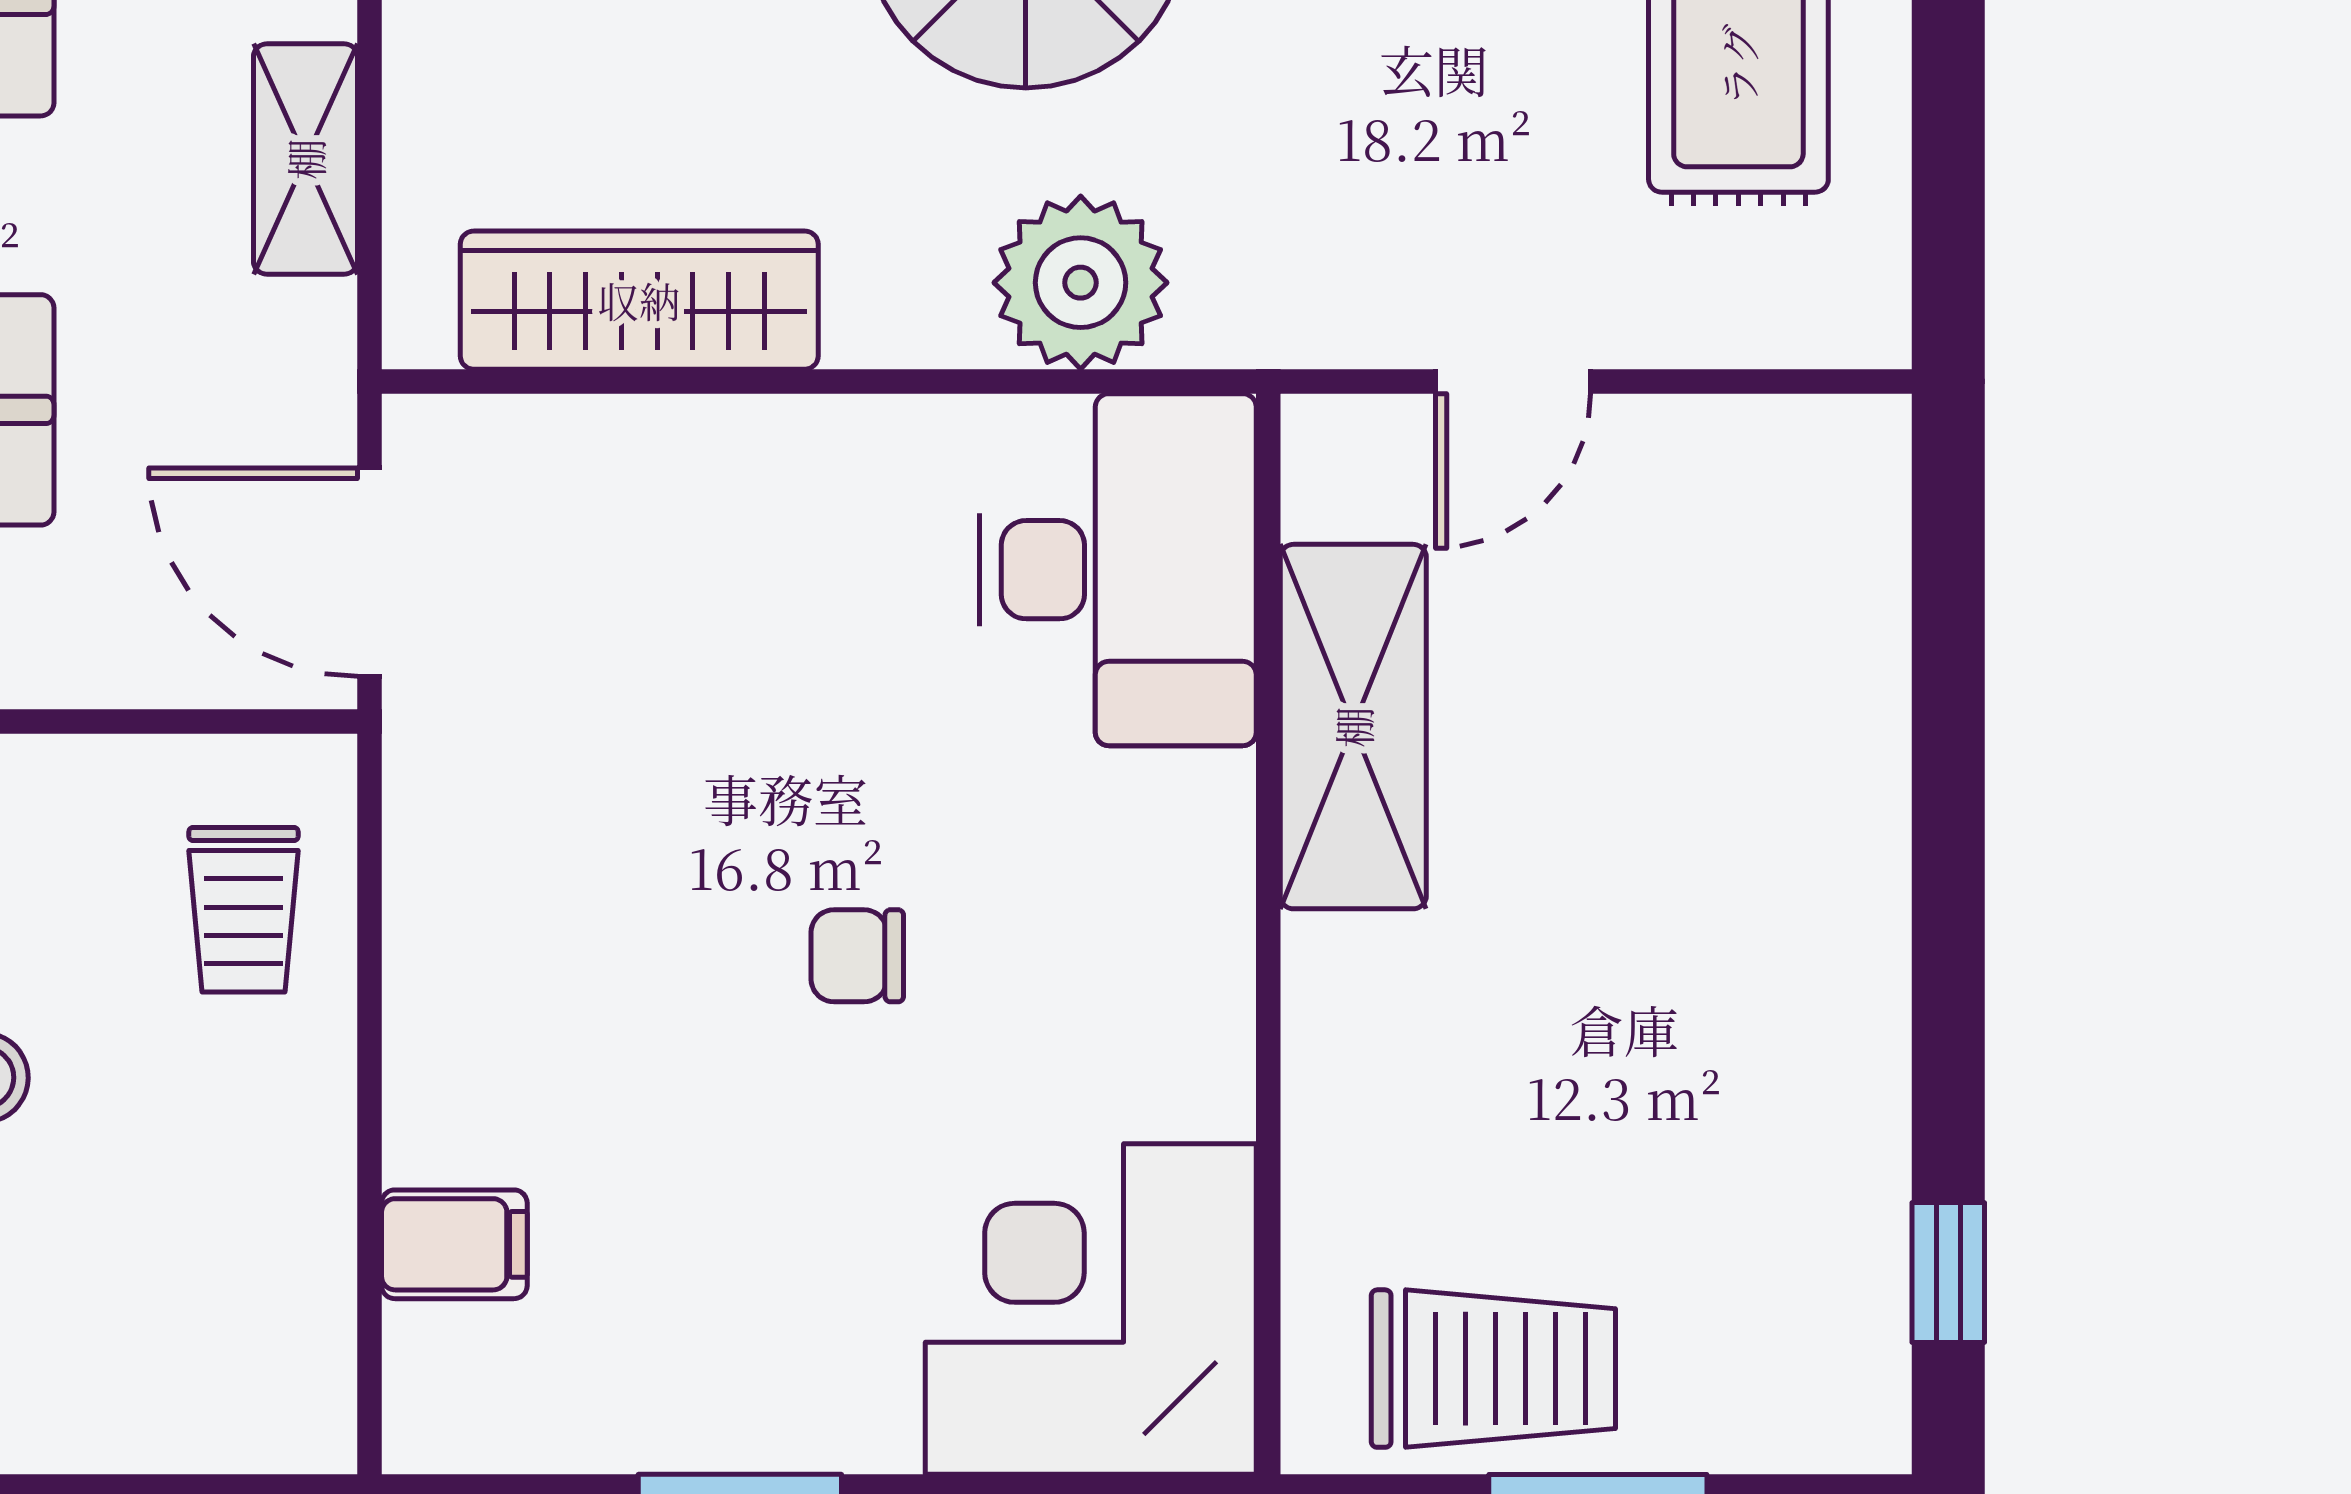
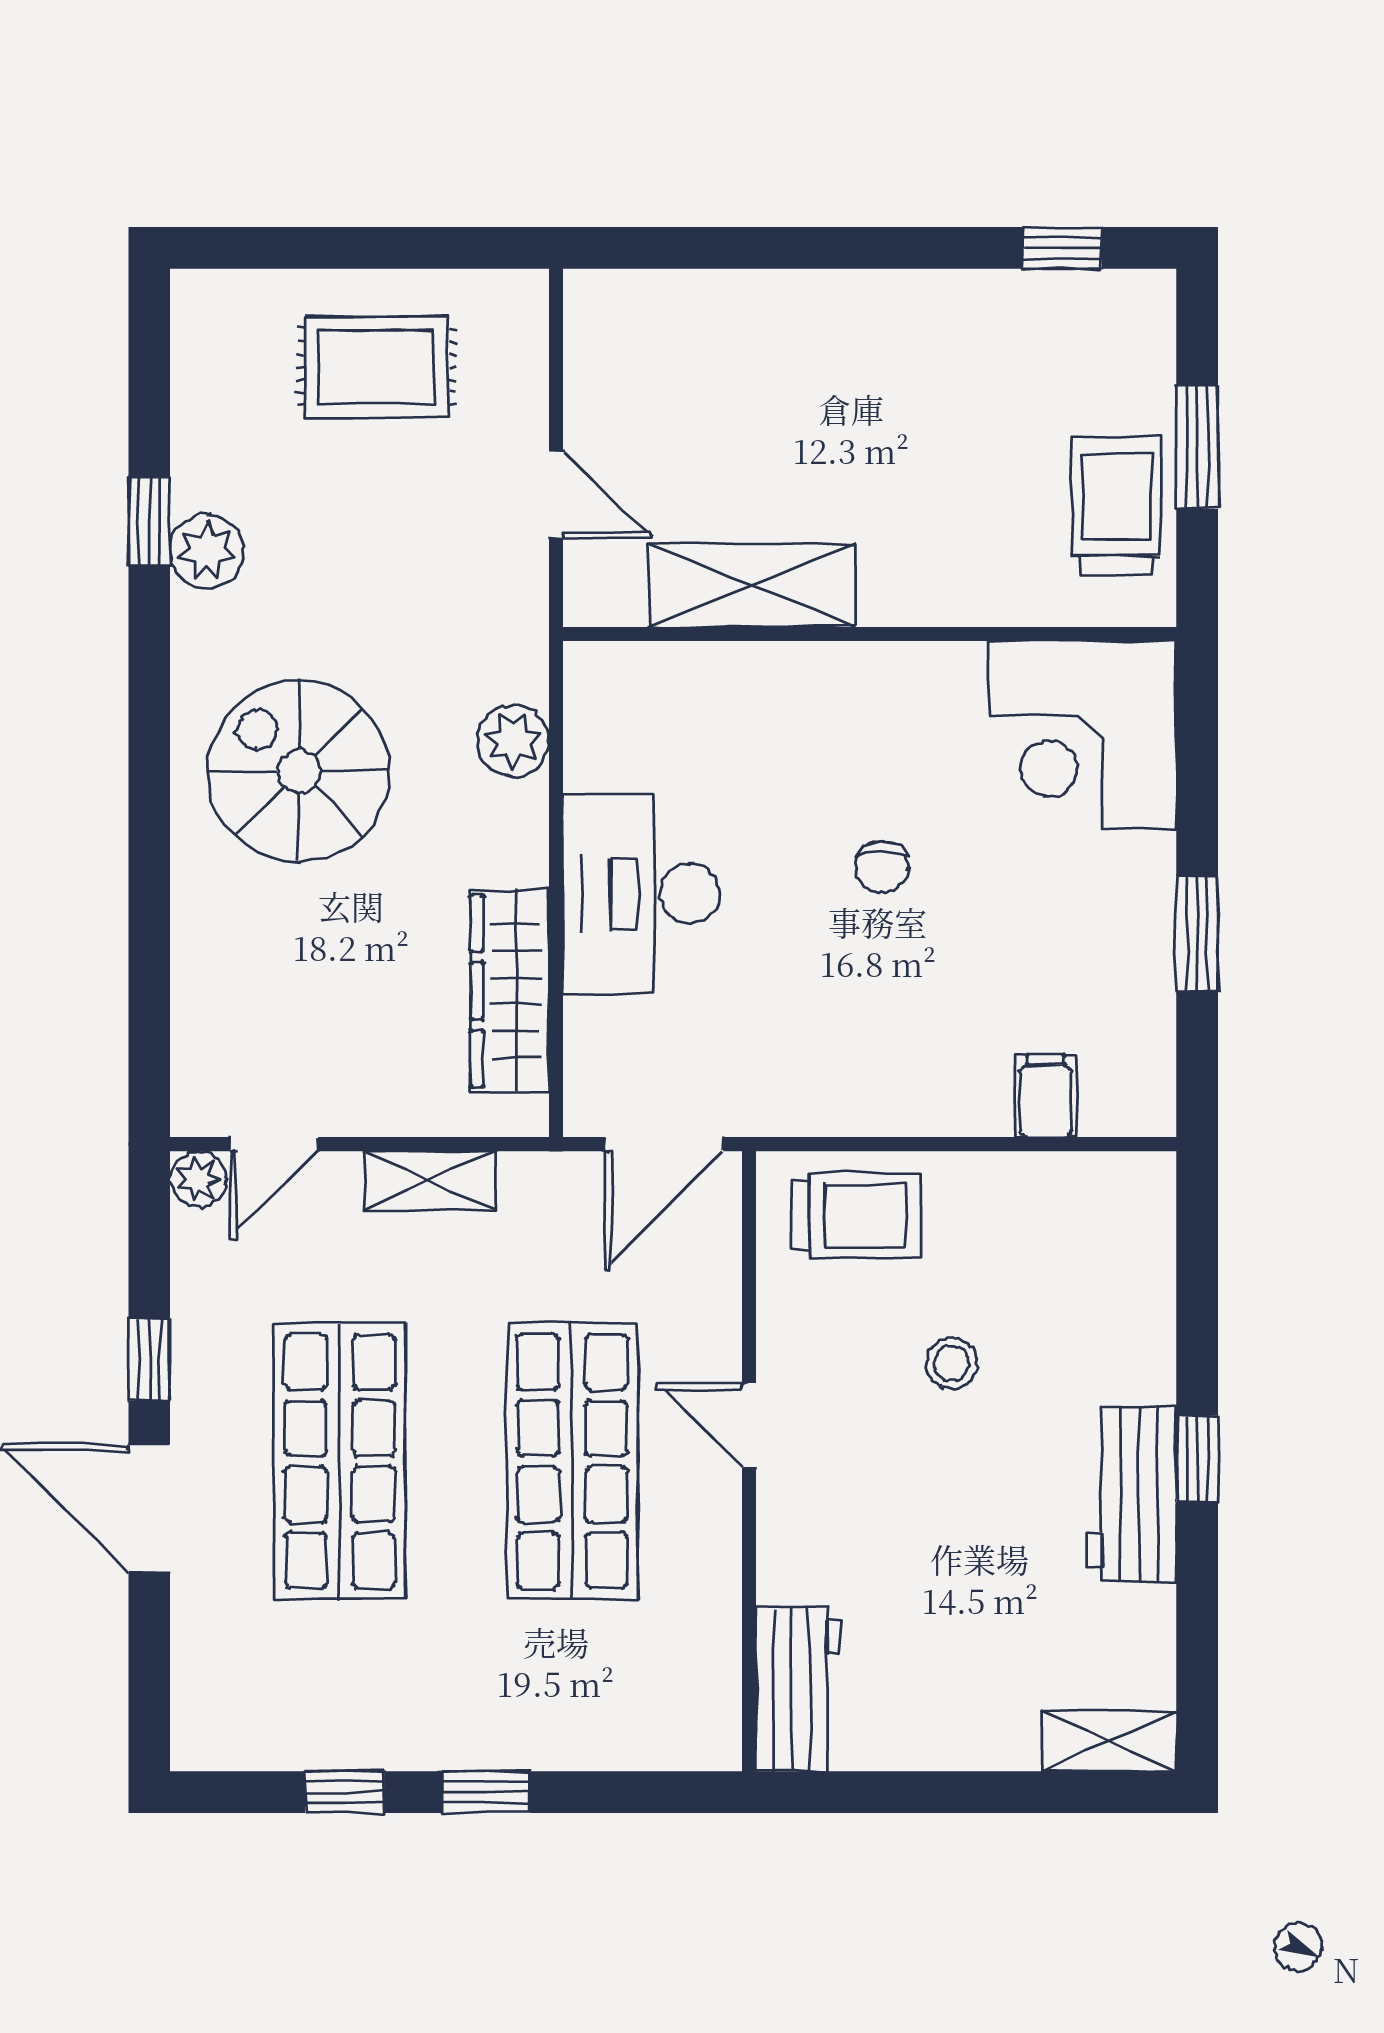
plant: (1081, 283) -> (513, 740), width x0.73, depth x0.73
desk: (1118, 570) -> (641, 894), moved, turned -90
trolley: (244, 910) -> (856, 1216), width x1.36, depth x1.39

